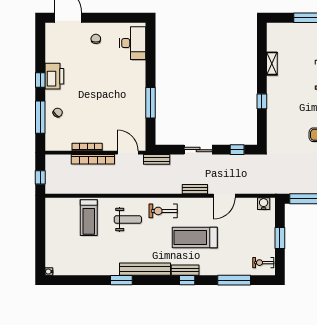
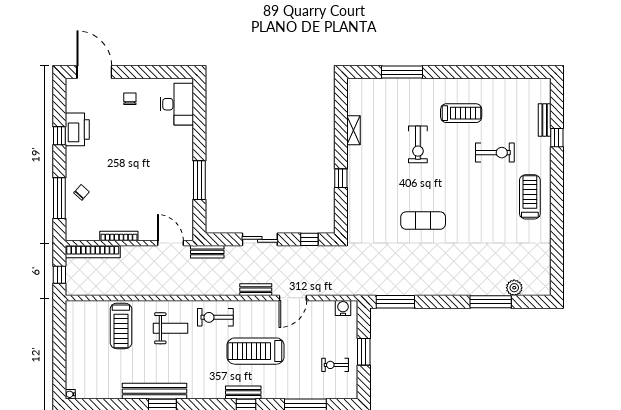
printer: (54, 76) -> (77, 129), moved
window: (40, 80) -> (59, 136), moved
bookcase: (93, 159) -> (93, 252), moved
exercise bike: (263, 263) -> (335, 365), moved
bench: (145, 269) -> (155, 391), moved

